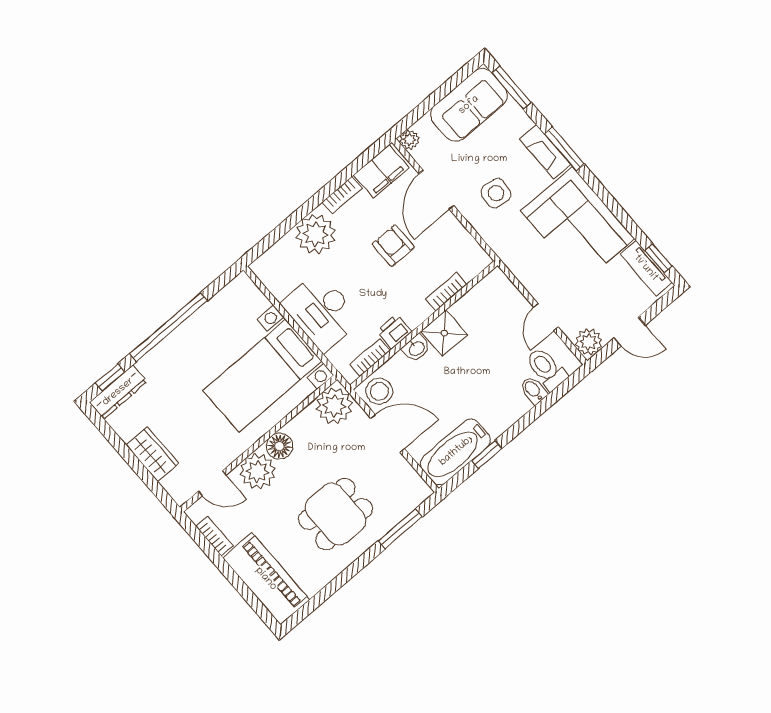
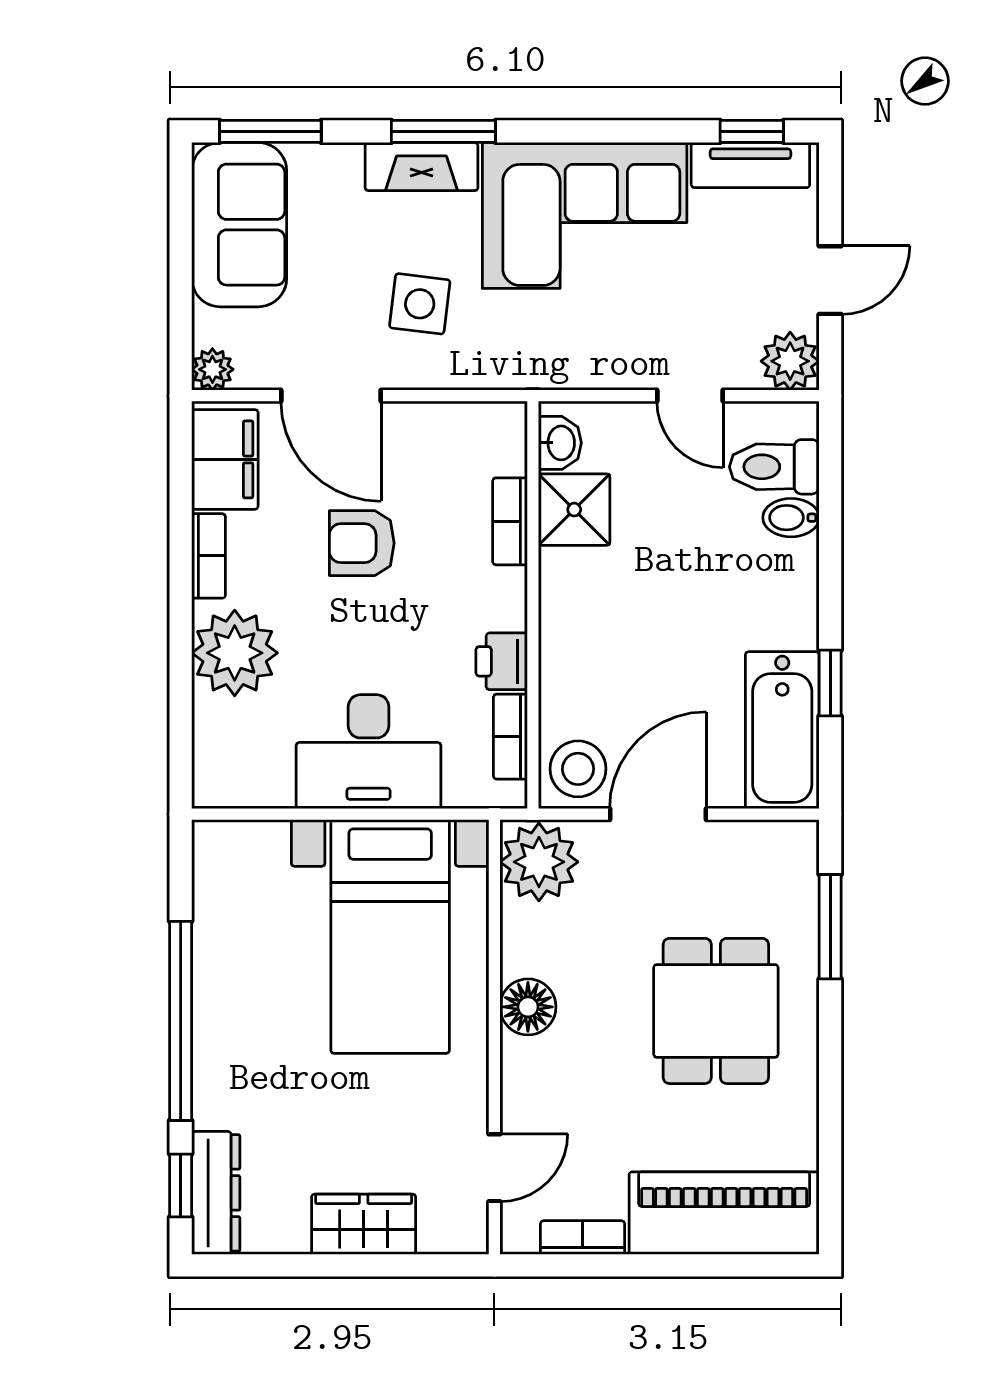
shower: (444, 333) -> (574, 510), moved
washbasin: (416, 348) -> (560, 443), moved
plant: (258, 471) -> (538, 1078), removed

